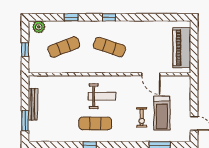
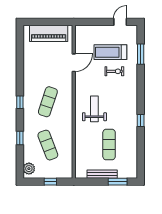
treadmill: (162, 113) -> (110, 52), turned 180
exercise mat: (95, 124) -> (109, 145), moved

